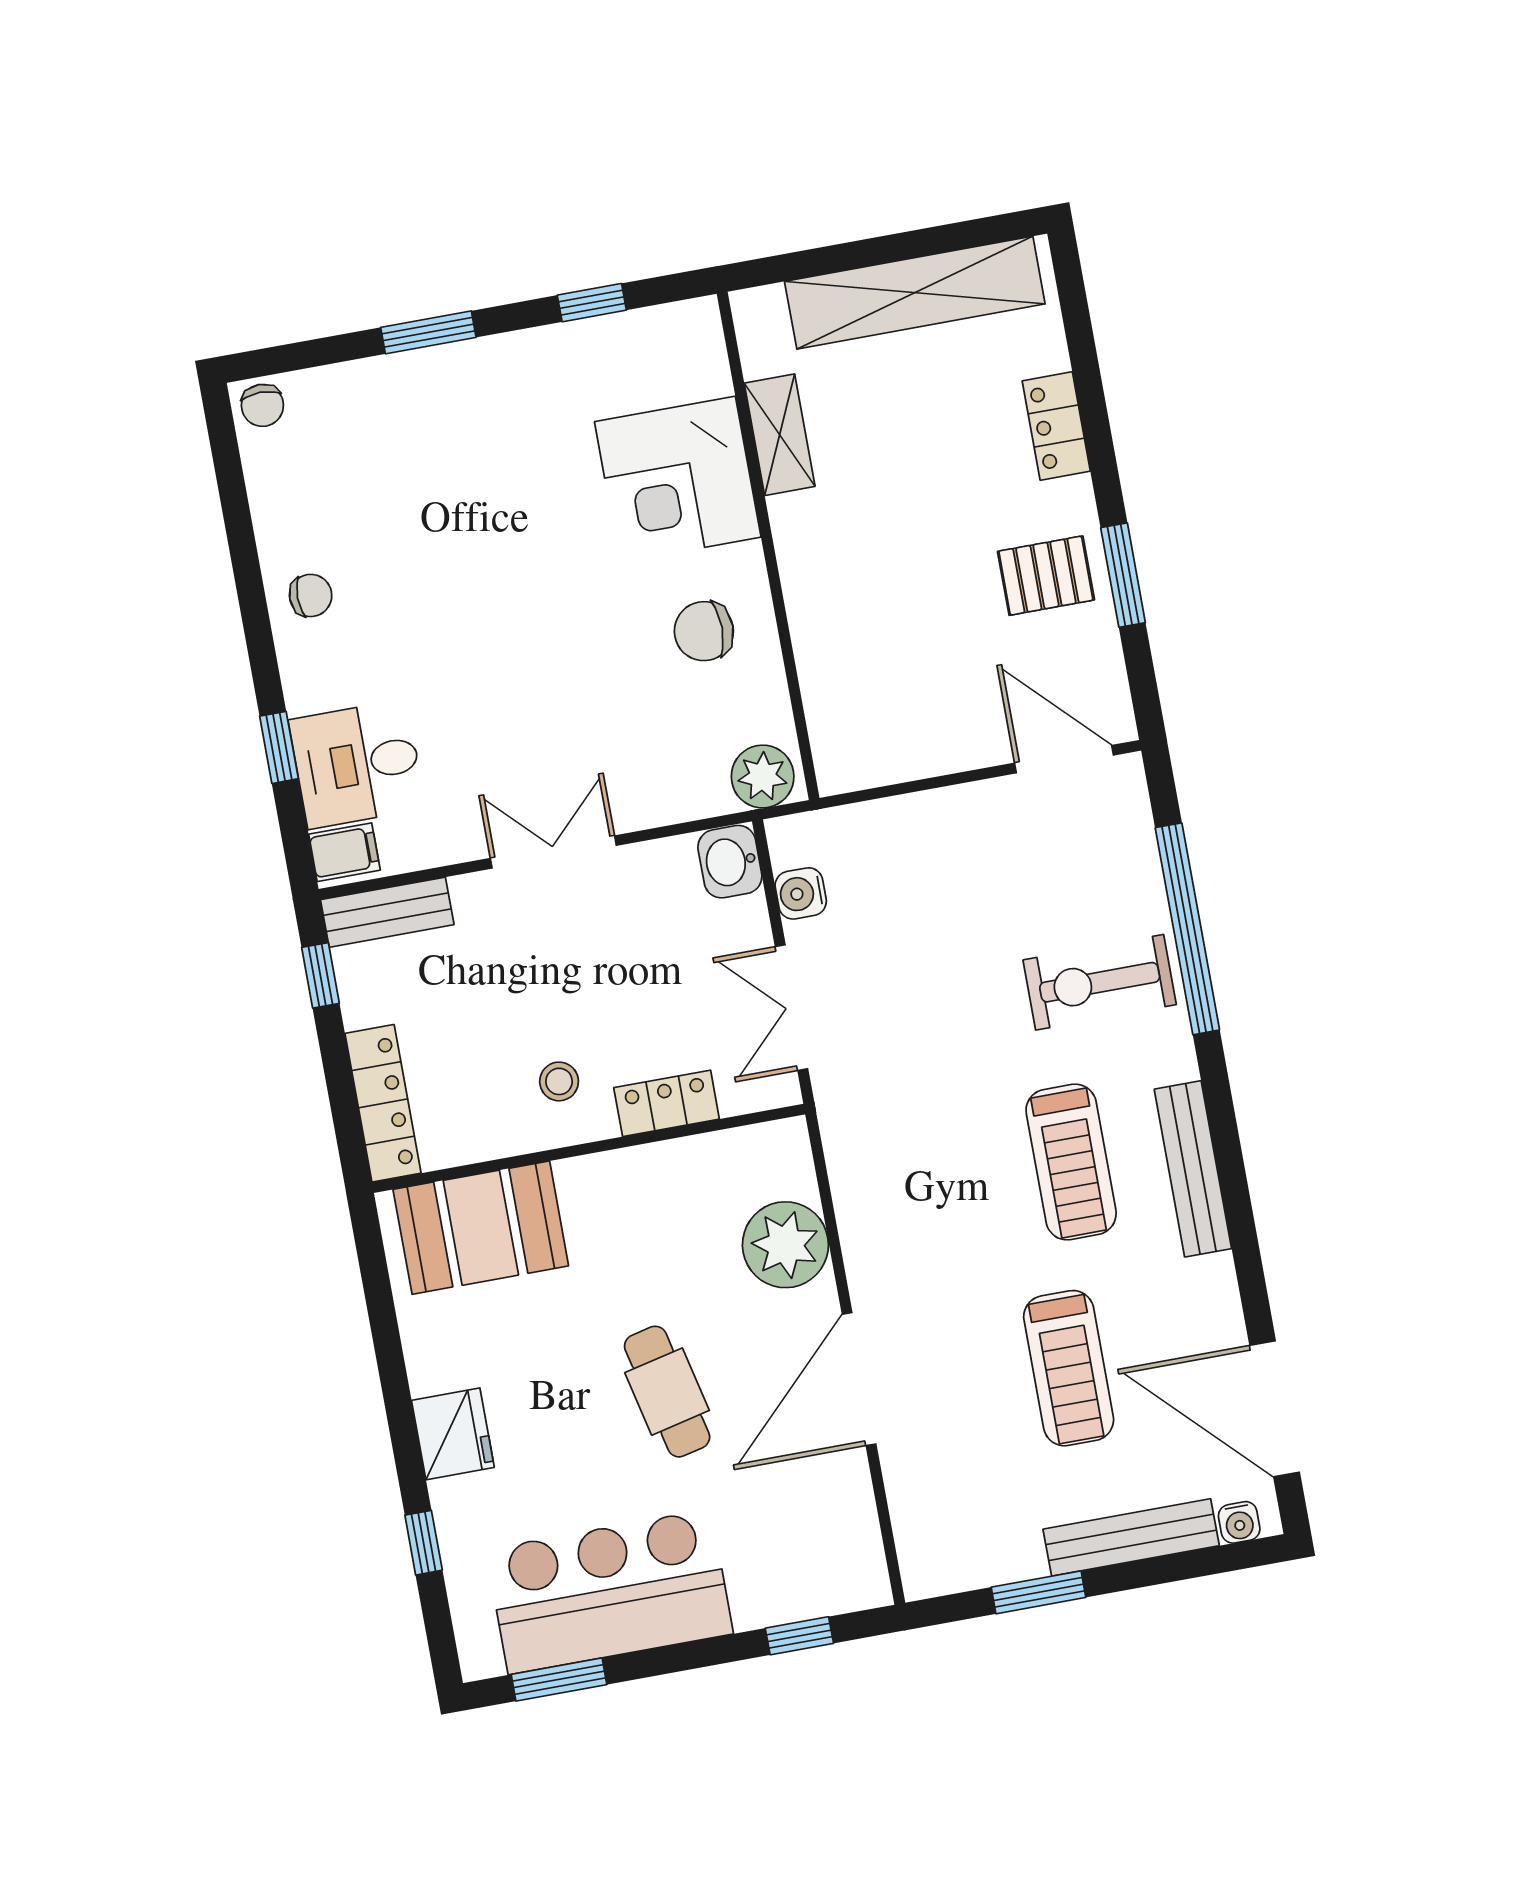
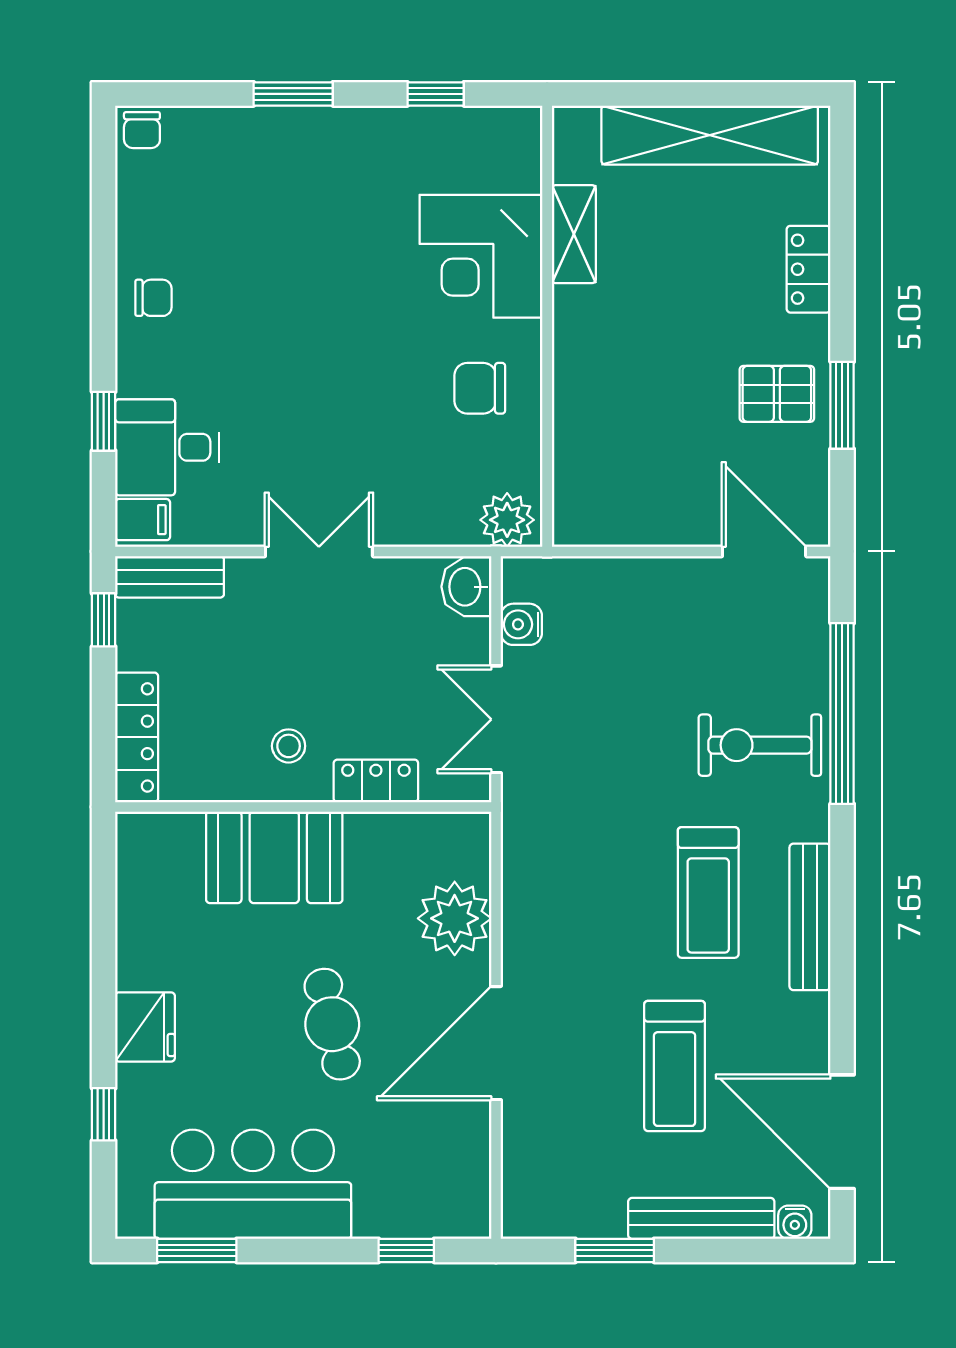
booth: (481, 1228) -> (274, 857), moved

